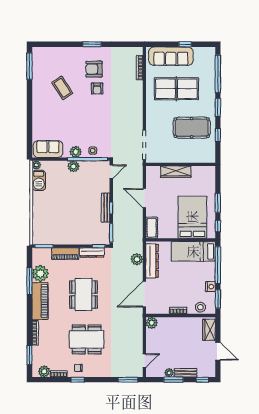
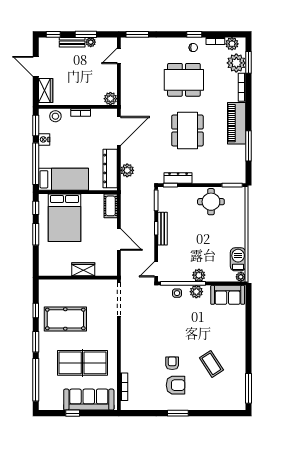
wardrobe: (176, 172) -> (83, 269), width x0.67
round table: (63, 232) -> (211, 202), added
piano: (65, 254) -> (208, 177), removed
plant: (40, 273) -> (236, 63), moved

